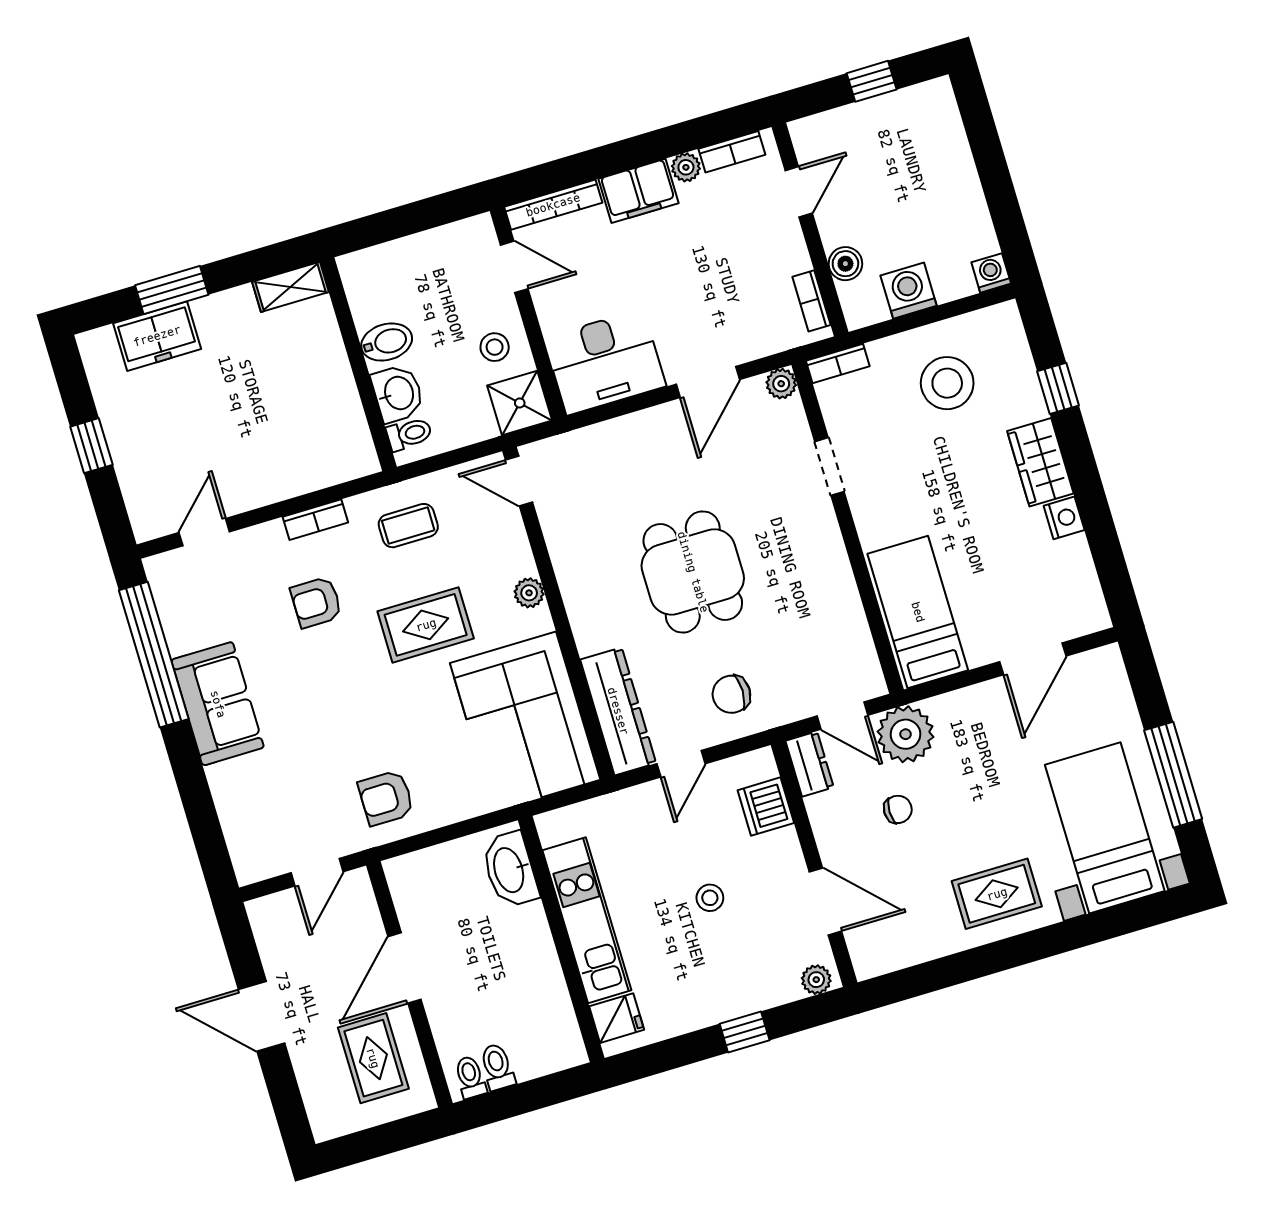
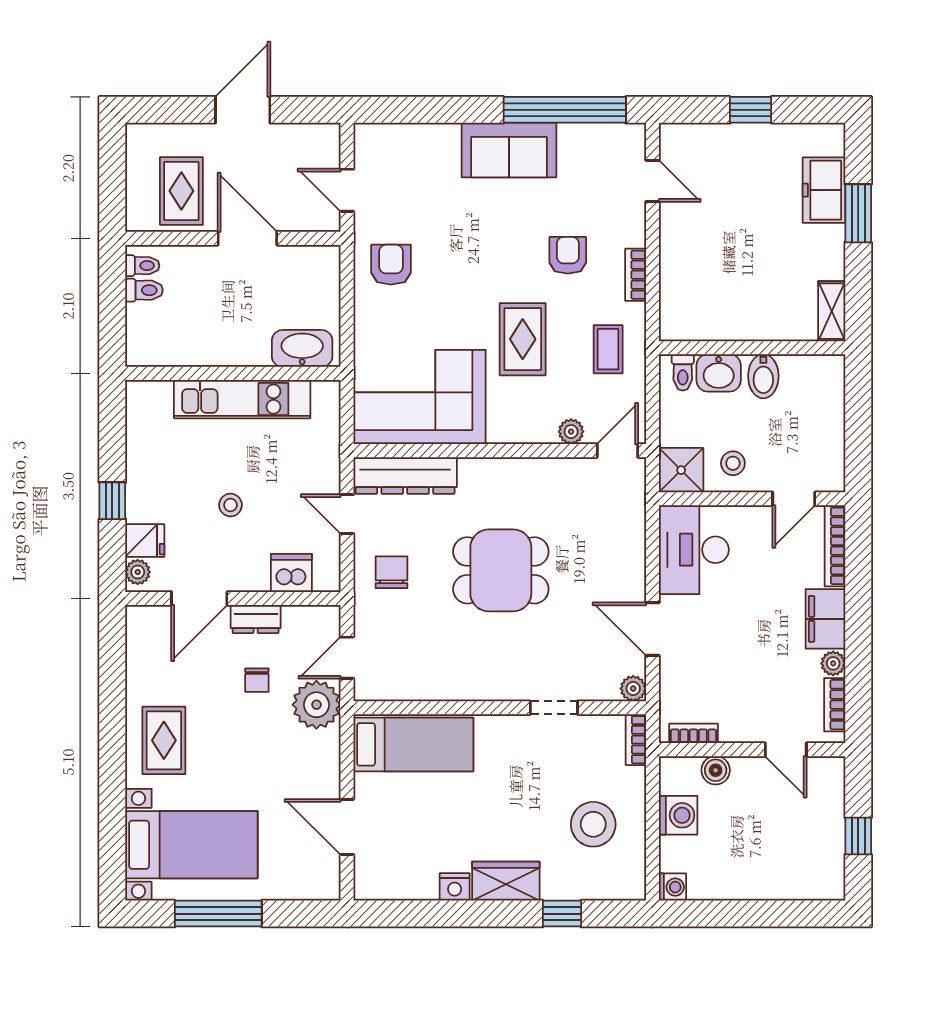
plant: (529, 593) -> (571, 432), moved
dresser: (809, 764) -> (256, 619), moved
fridge: (617, 1018) -> (145, 541), moved, turned -90
rug: (373, 1058) -> (181, 191), turned 90

